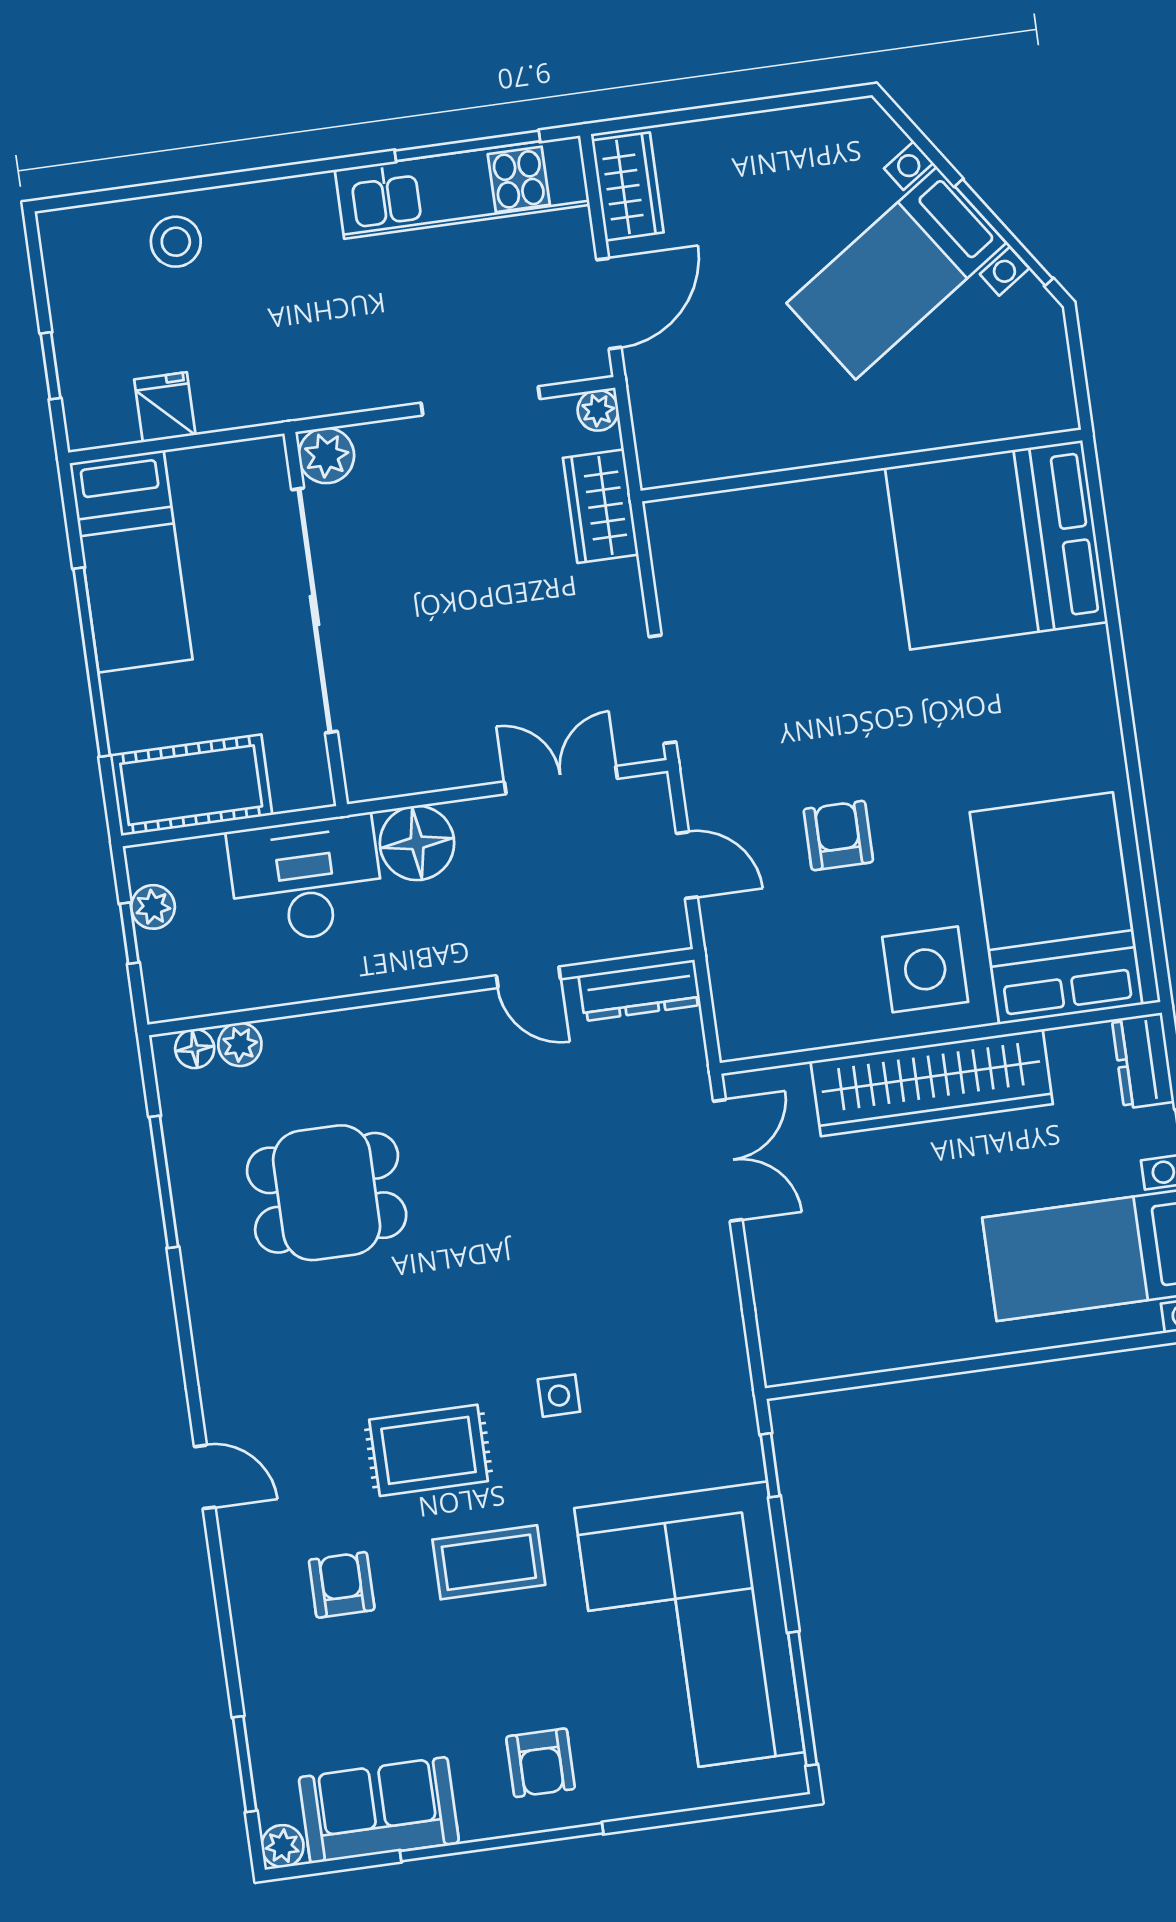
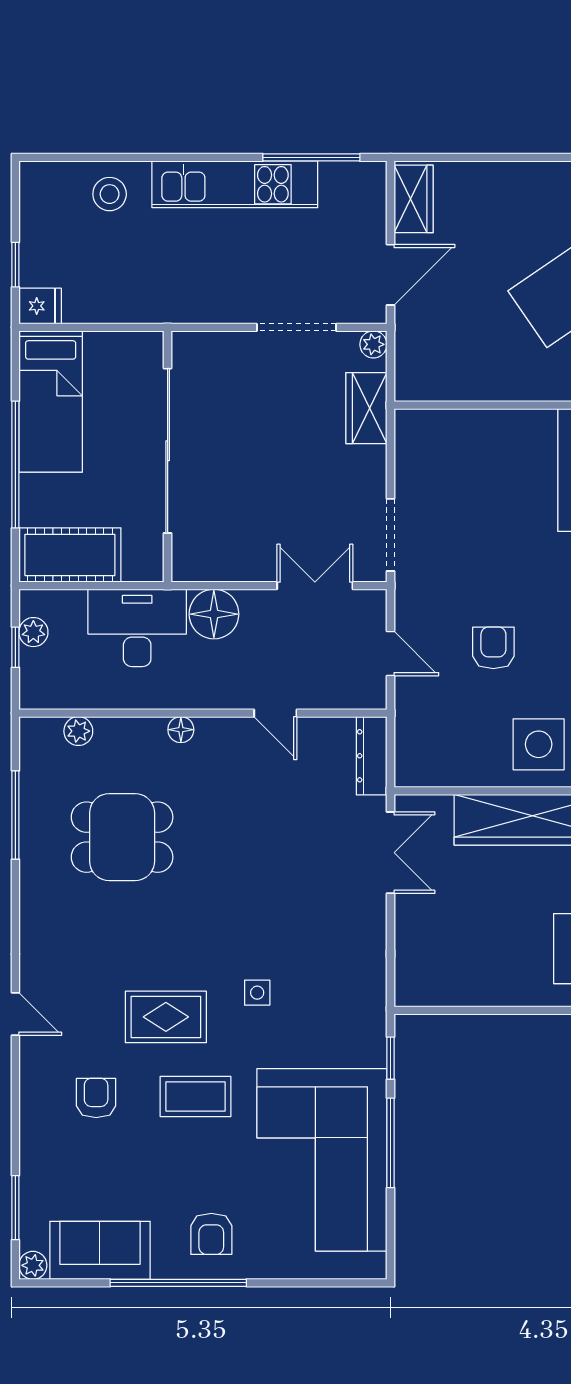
kitchen unit: (462, 187) -> (235, 184), moved
fridge: (165, 407) -> (40, 306), moved, turned 90
plant: (326, 456) -> (190, 349), removed
dresser: (640, 990) -> (372, 756), moved, turned 90
floor lamp: (195, 1049) -> (181, 730), moved
window: (803, 1699) -> (390, 1143), moved

